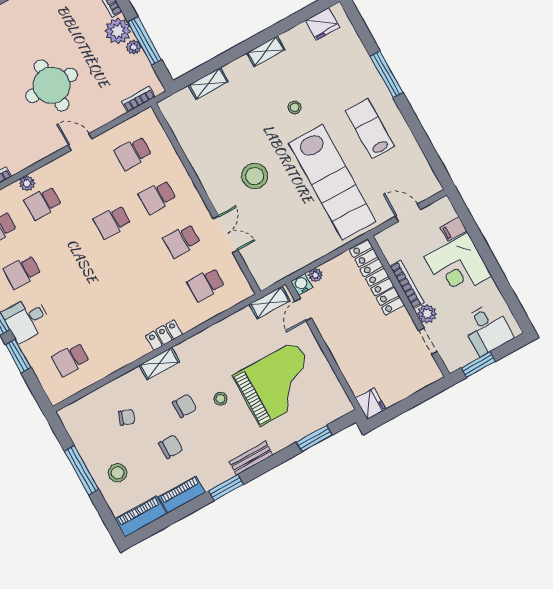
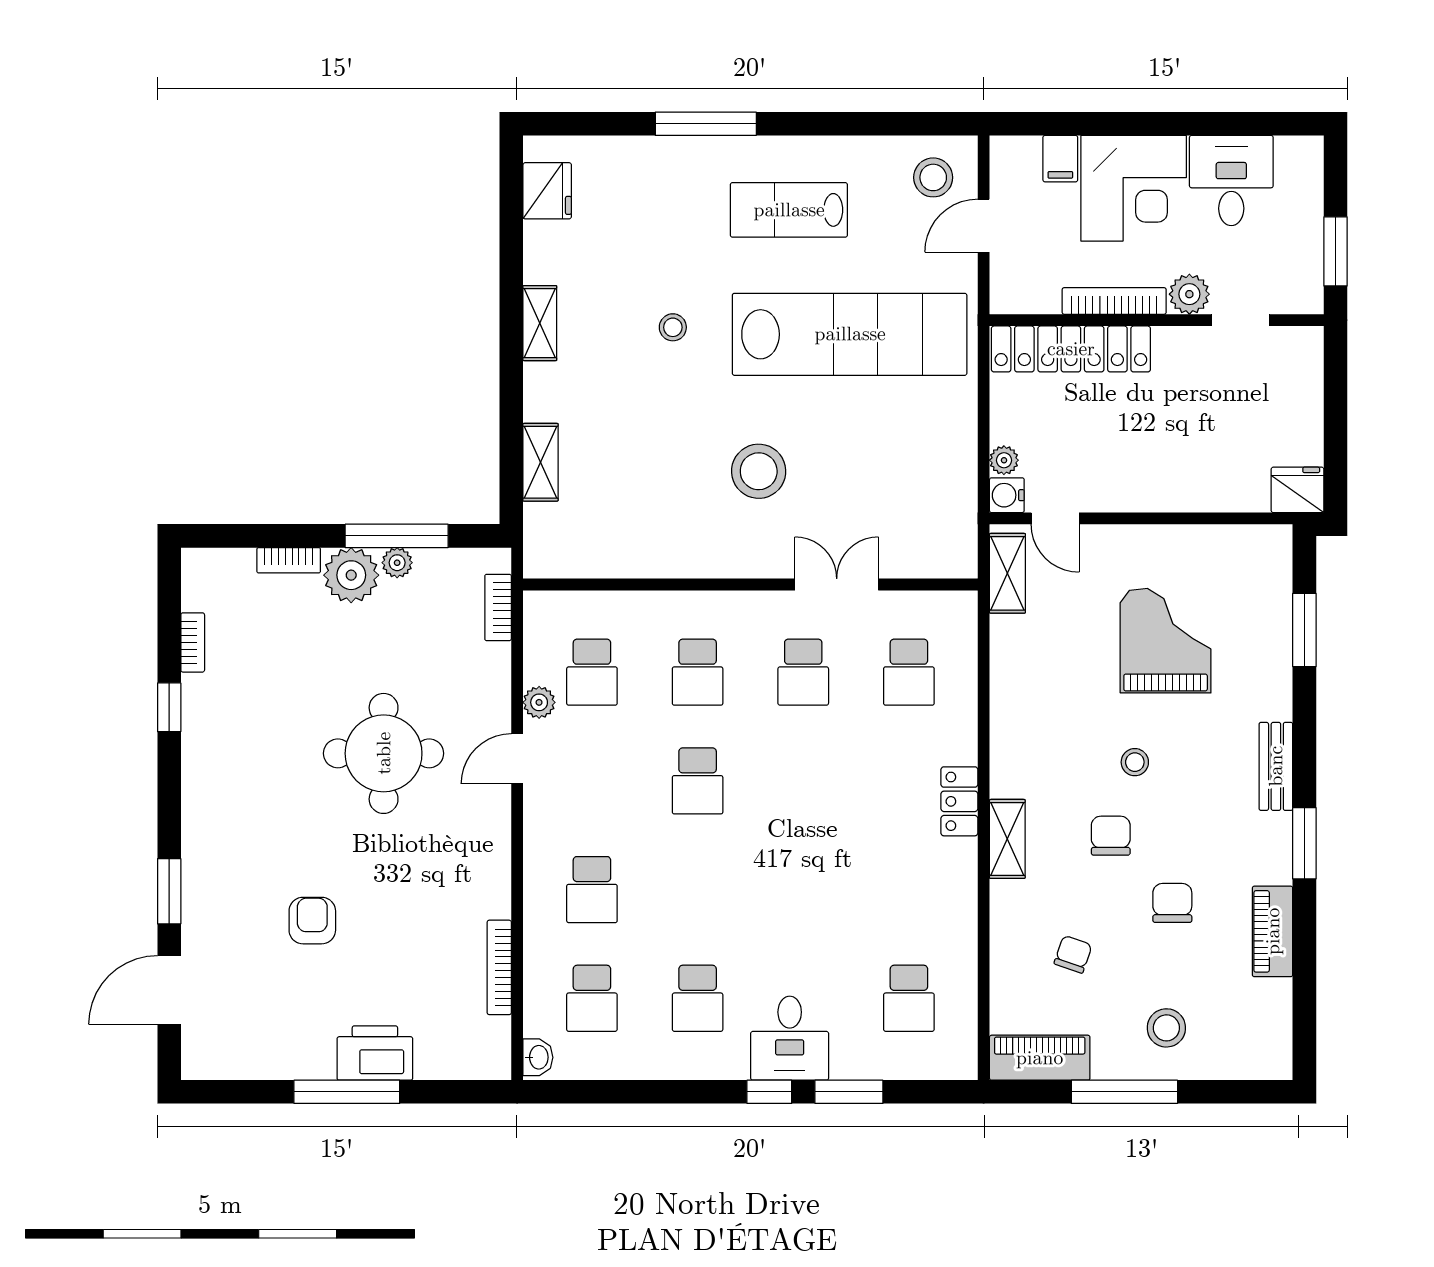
stool: (416, 181) -> (933, 177), added
plant: (27, 183) -> (539, 702), moved
desk: (487, 329) -> (1231, 181), moved, turned -90
grand piano: (278, 384) -> (1166, 641), width x0.73, depth x0.68
piano: (141, 516) -> (1040, 1058), moved, turned 90

